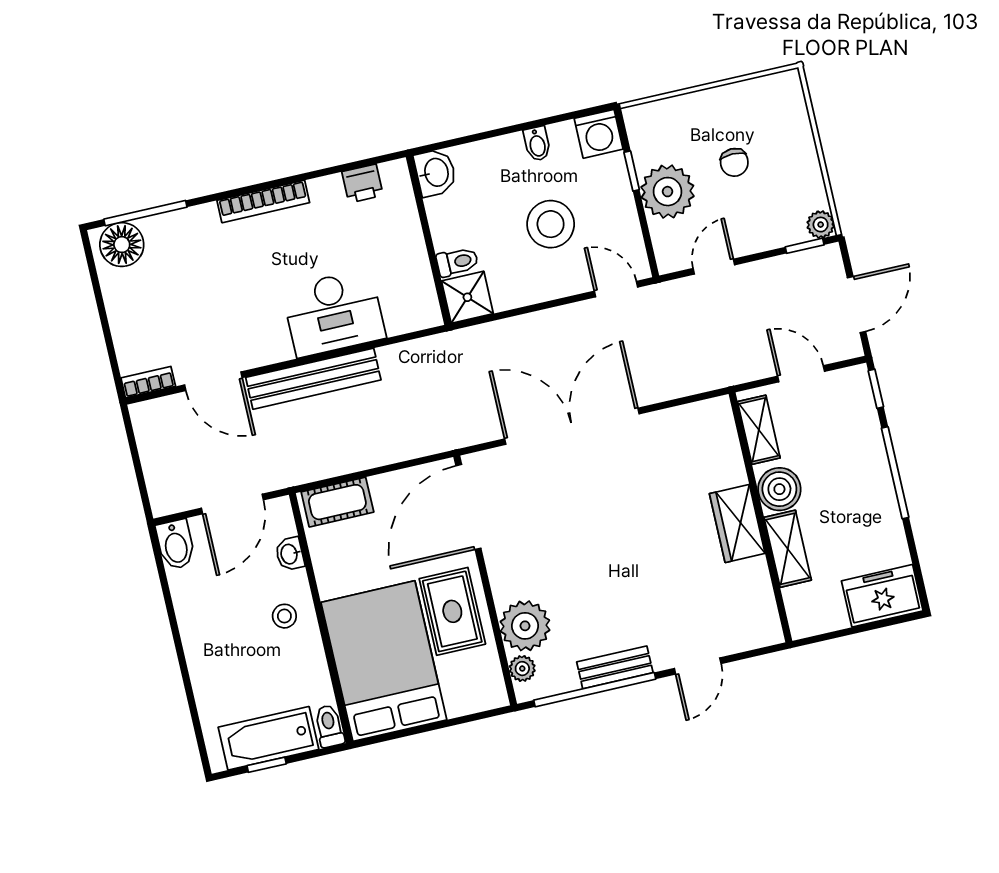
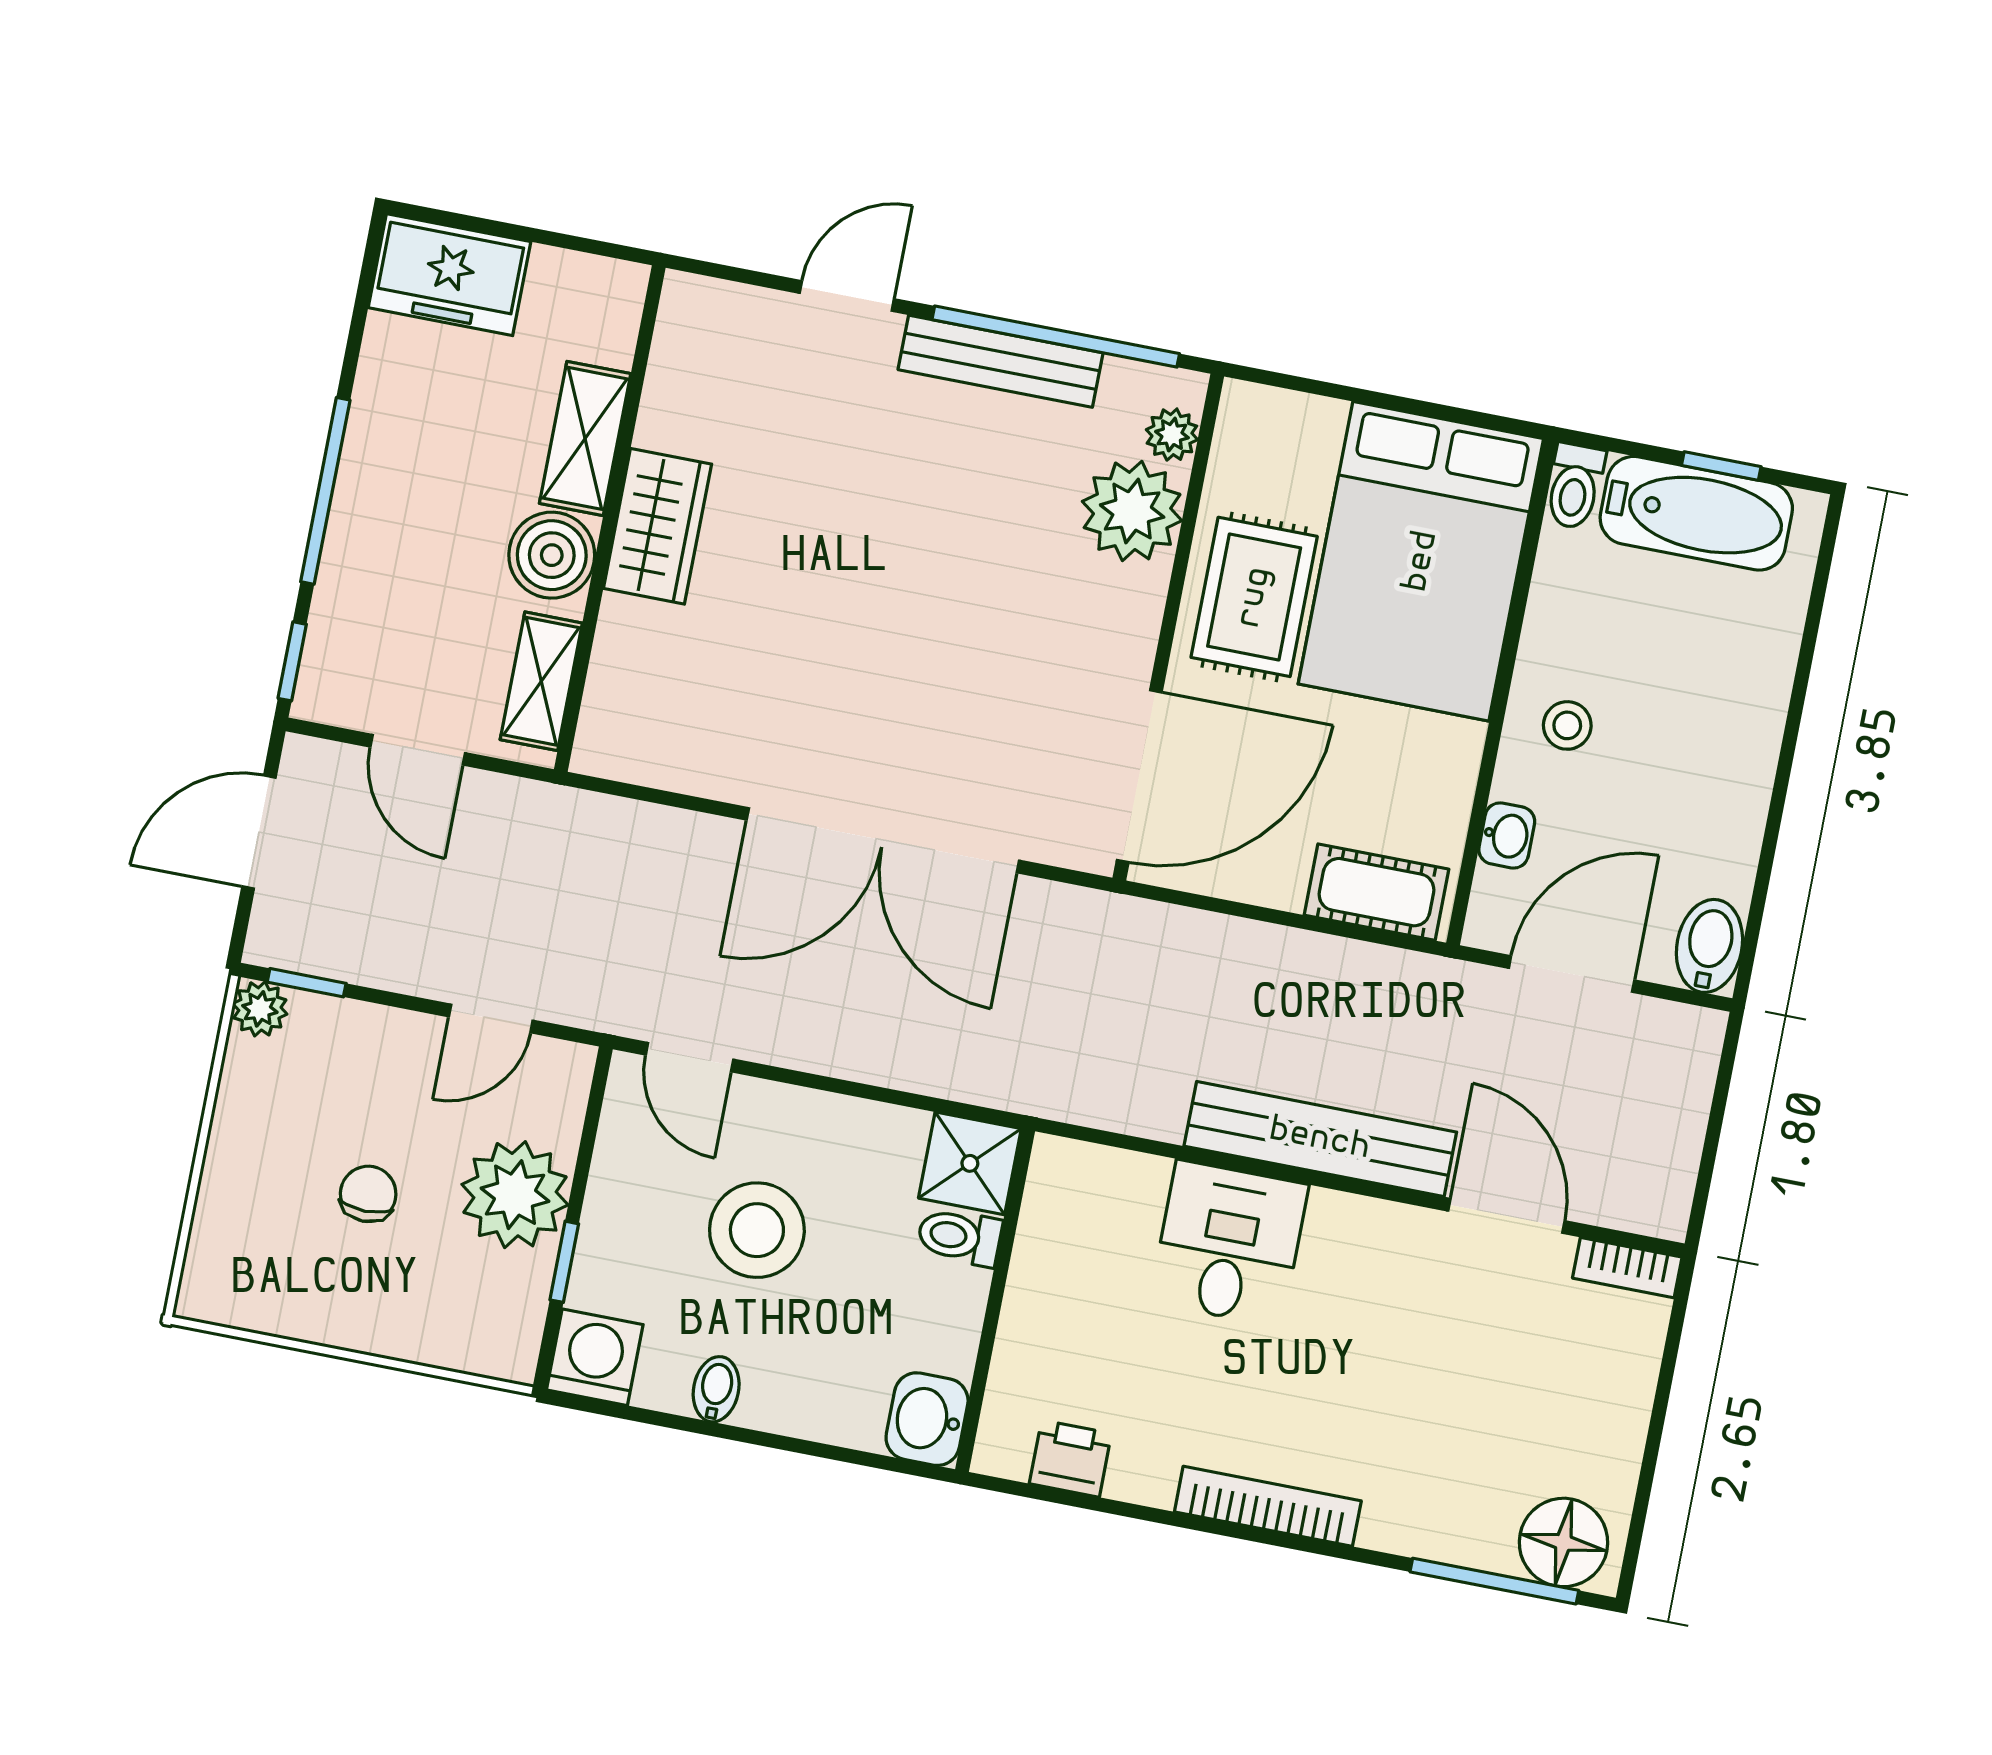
desk: (334, 313) -> (1229, 1243), width x0.73
bench: (615, 667) -> (1000, 361), width x1.36

